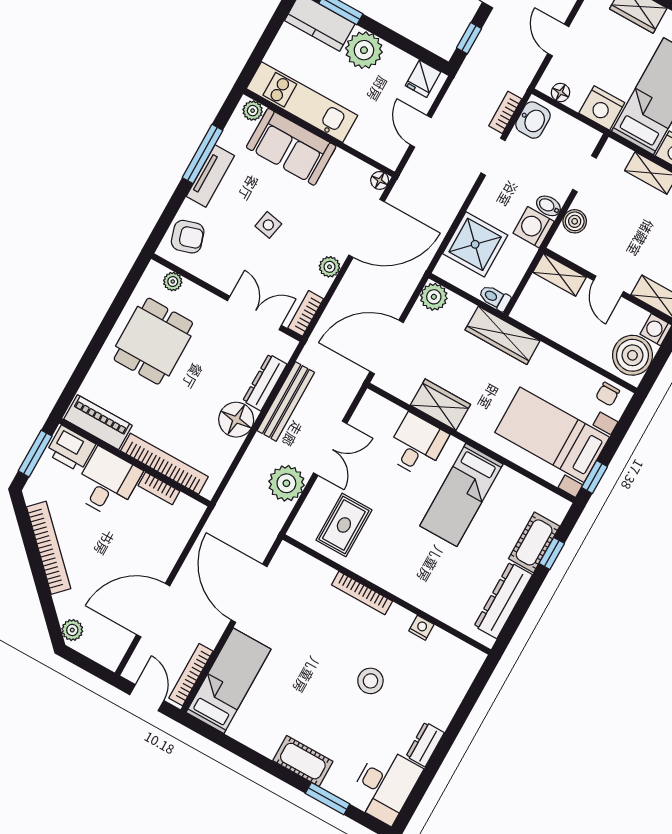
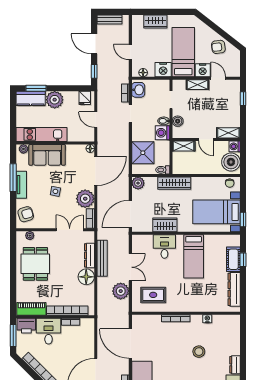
plant: (330, 267) -> (85, 199), width x1.87, depth x1.87
rug: (344, 525) -> (153, 295), turned 90

